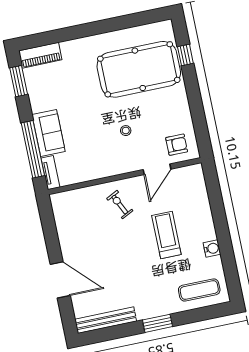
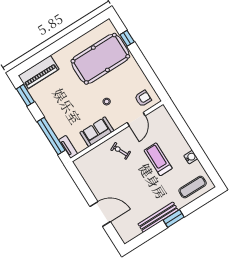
piano: (40, 55) -> (39, 72), width x1.37, depth x1.33
sofa: (49, 133) -> (97, 132), moved, turned -90
bench: (106, 320) -> (158, 217), moved

